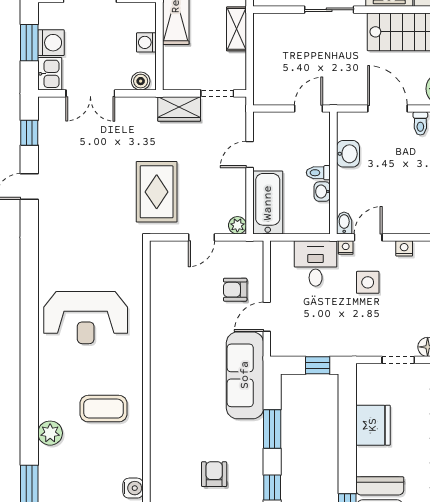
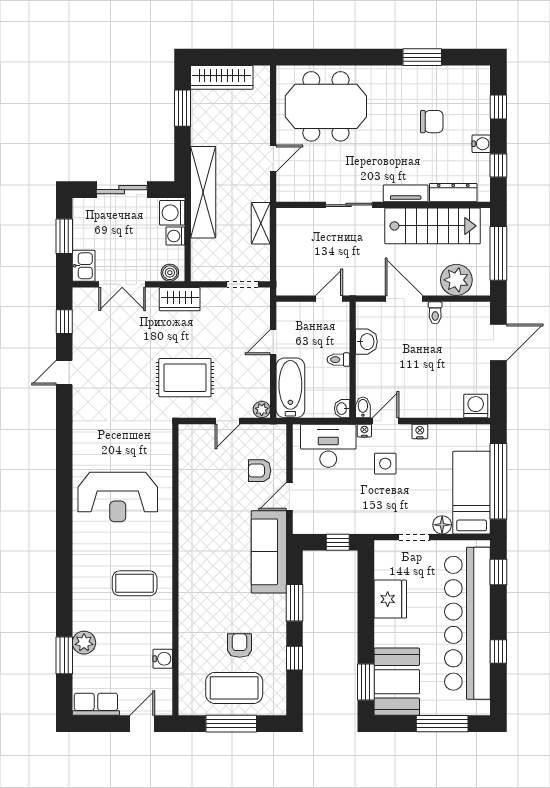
washing machine: (51, 43) -> (172, 213), moved, turned 180
wardrobe: (179, 109) -> (180, 299), moved
rug: (157, 192) -> (185, 378), turned 90
washbasin: (322, 192) -> (342, 409), moved
desk: (316, 263) -> (328, 446), width x1.37
plant: (50, 433) -> (84, 643), moved

